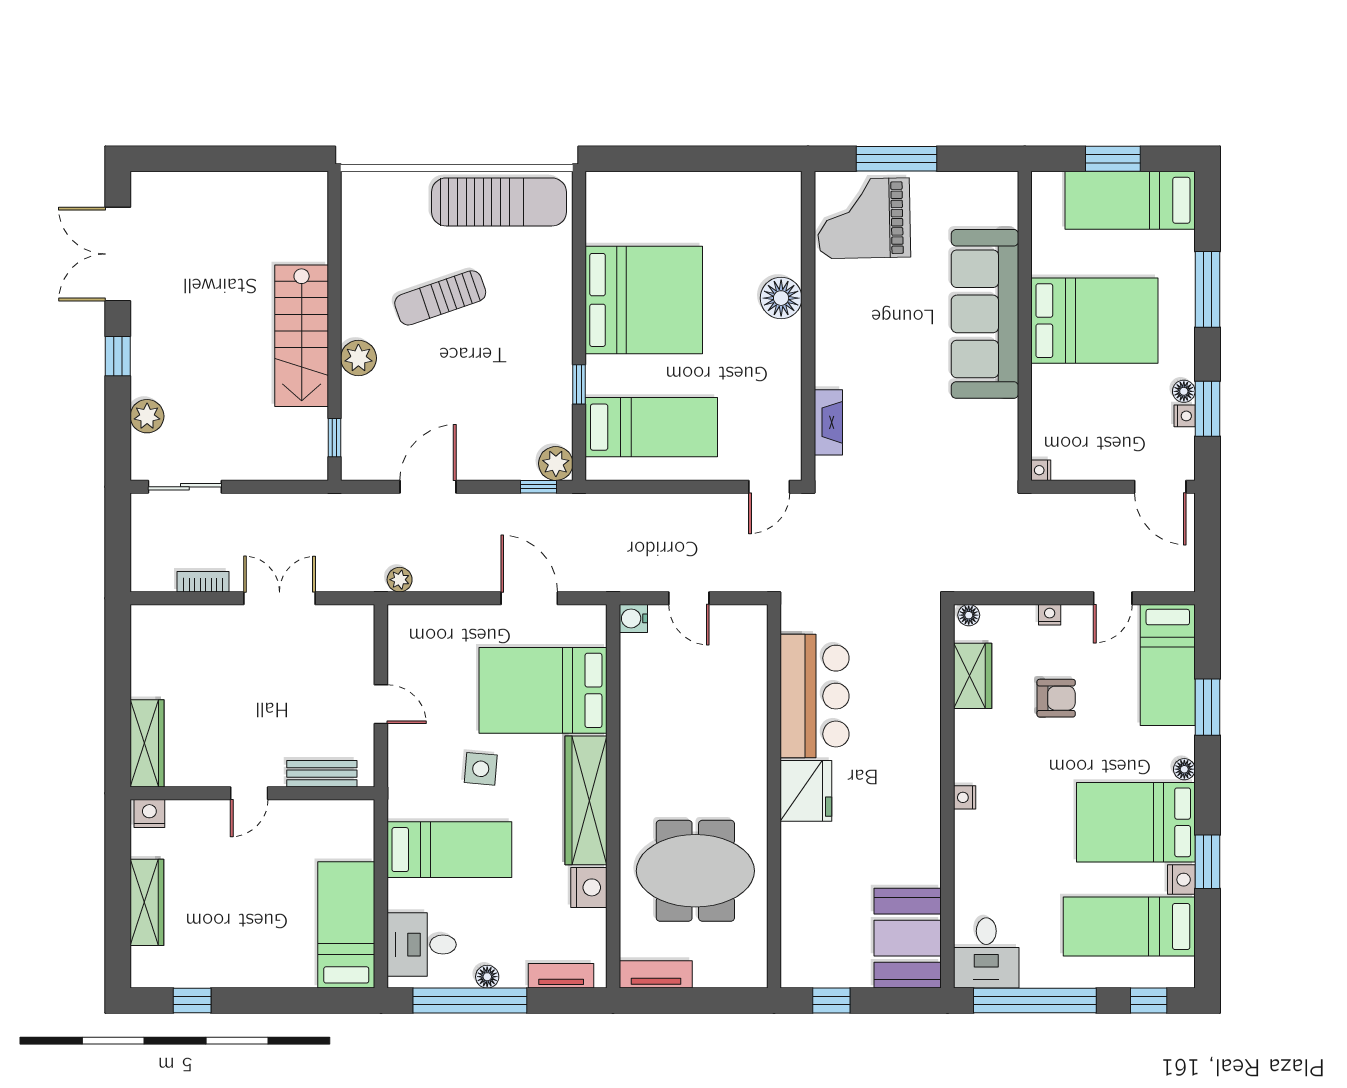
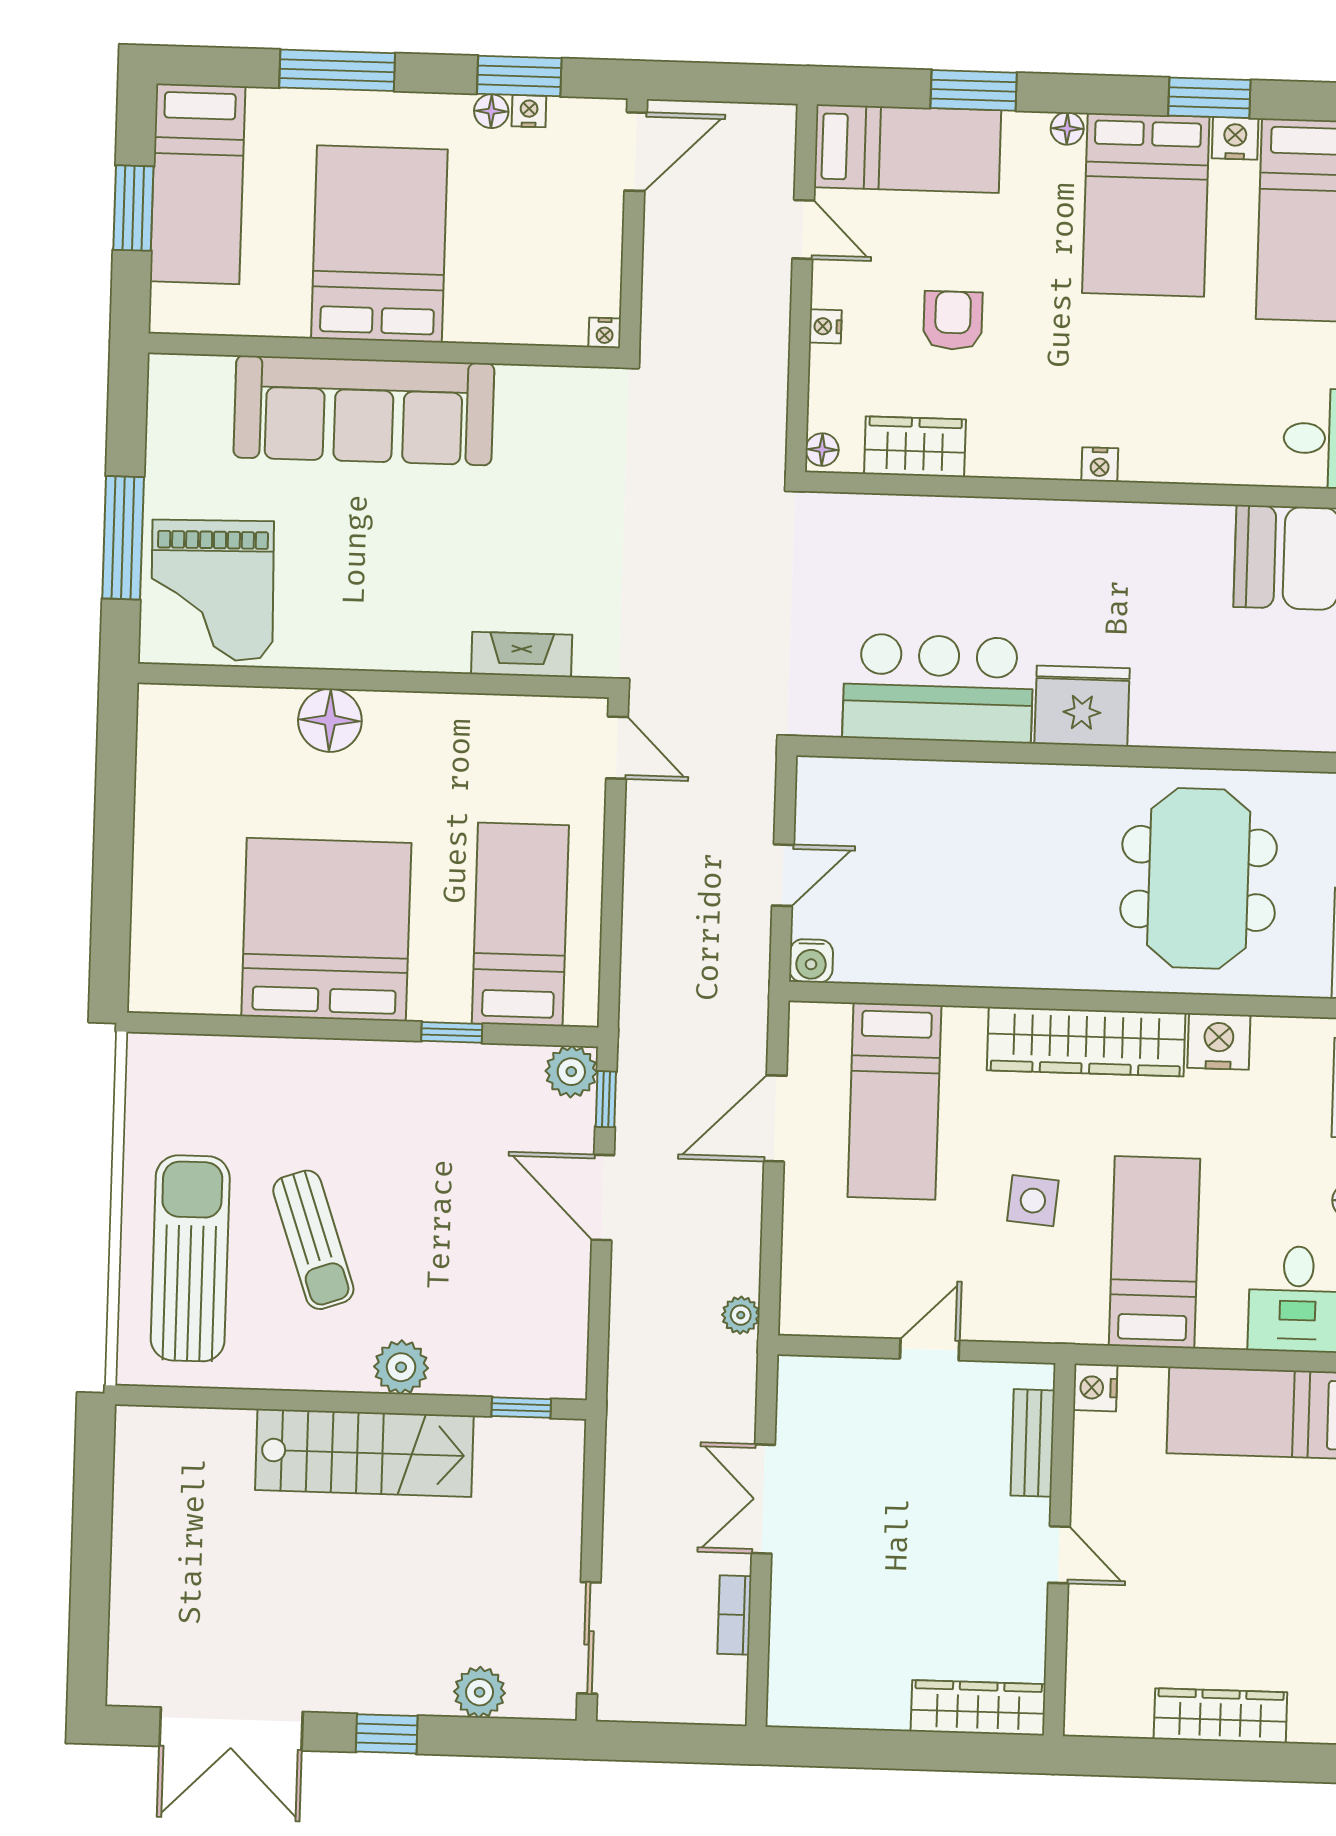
sun lounger: (499, 202) -> (190, 1258), moved
door: (428, 487) -> (603, 1197), moved
bed: (543, 690) -> (894, 1101), width x0.67
nightstand: (149, 813) -> (1095, 1388), moved

